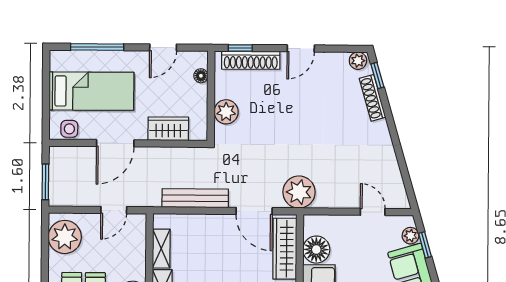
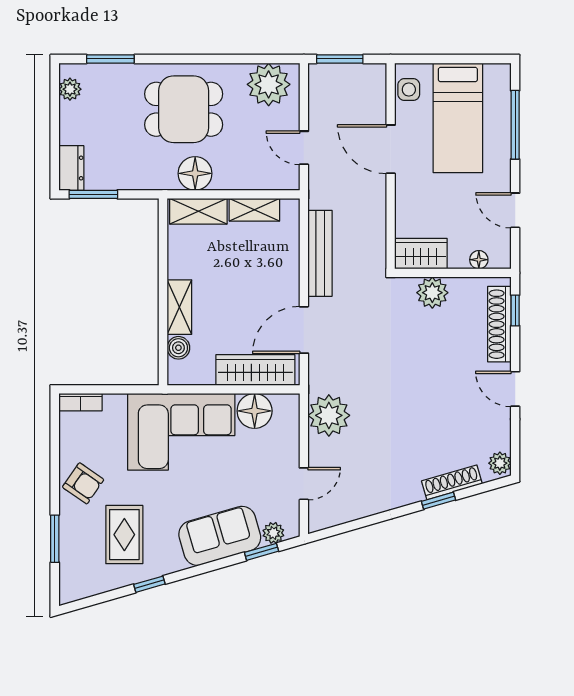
window: (377, 76) -> (439, 501), moved
wardrobe: (168, 129) -> (421, 254), moved, turned -90
plant: (299, 192) -> (329, 415), moved

